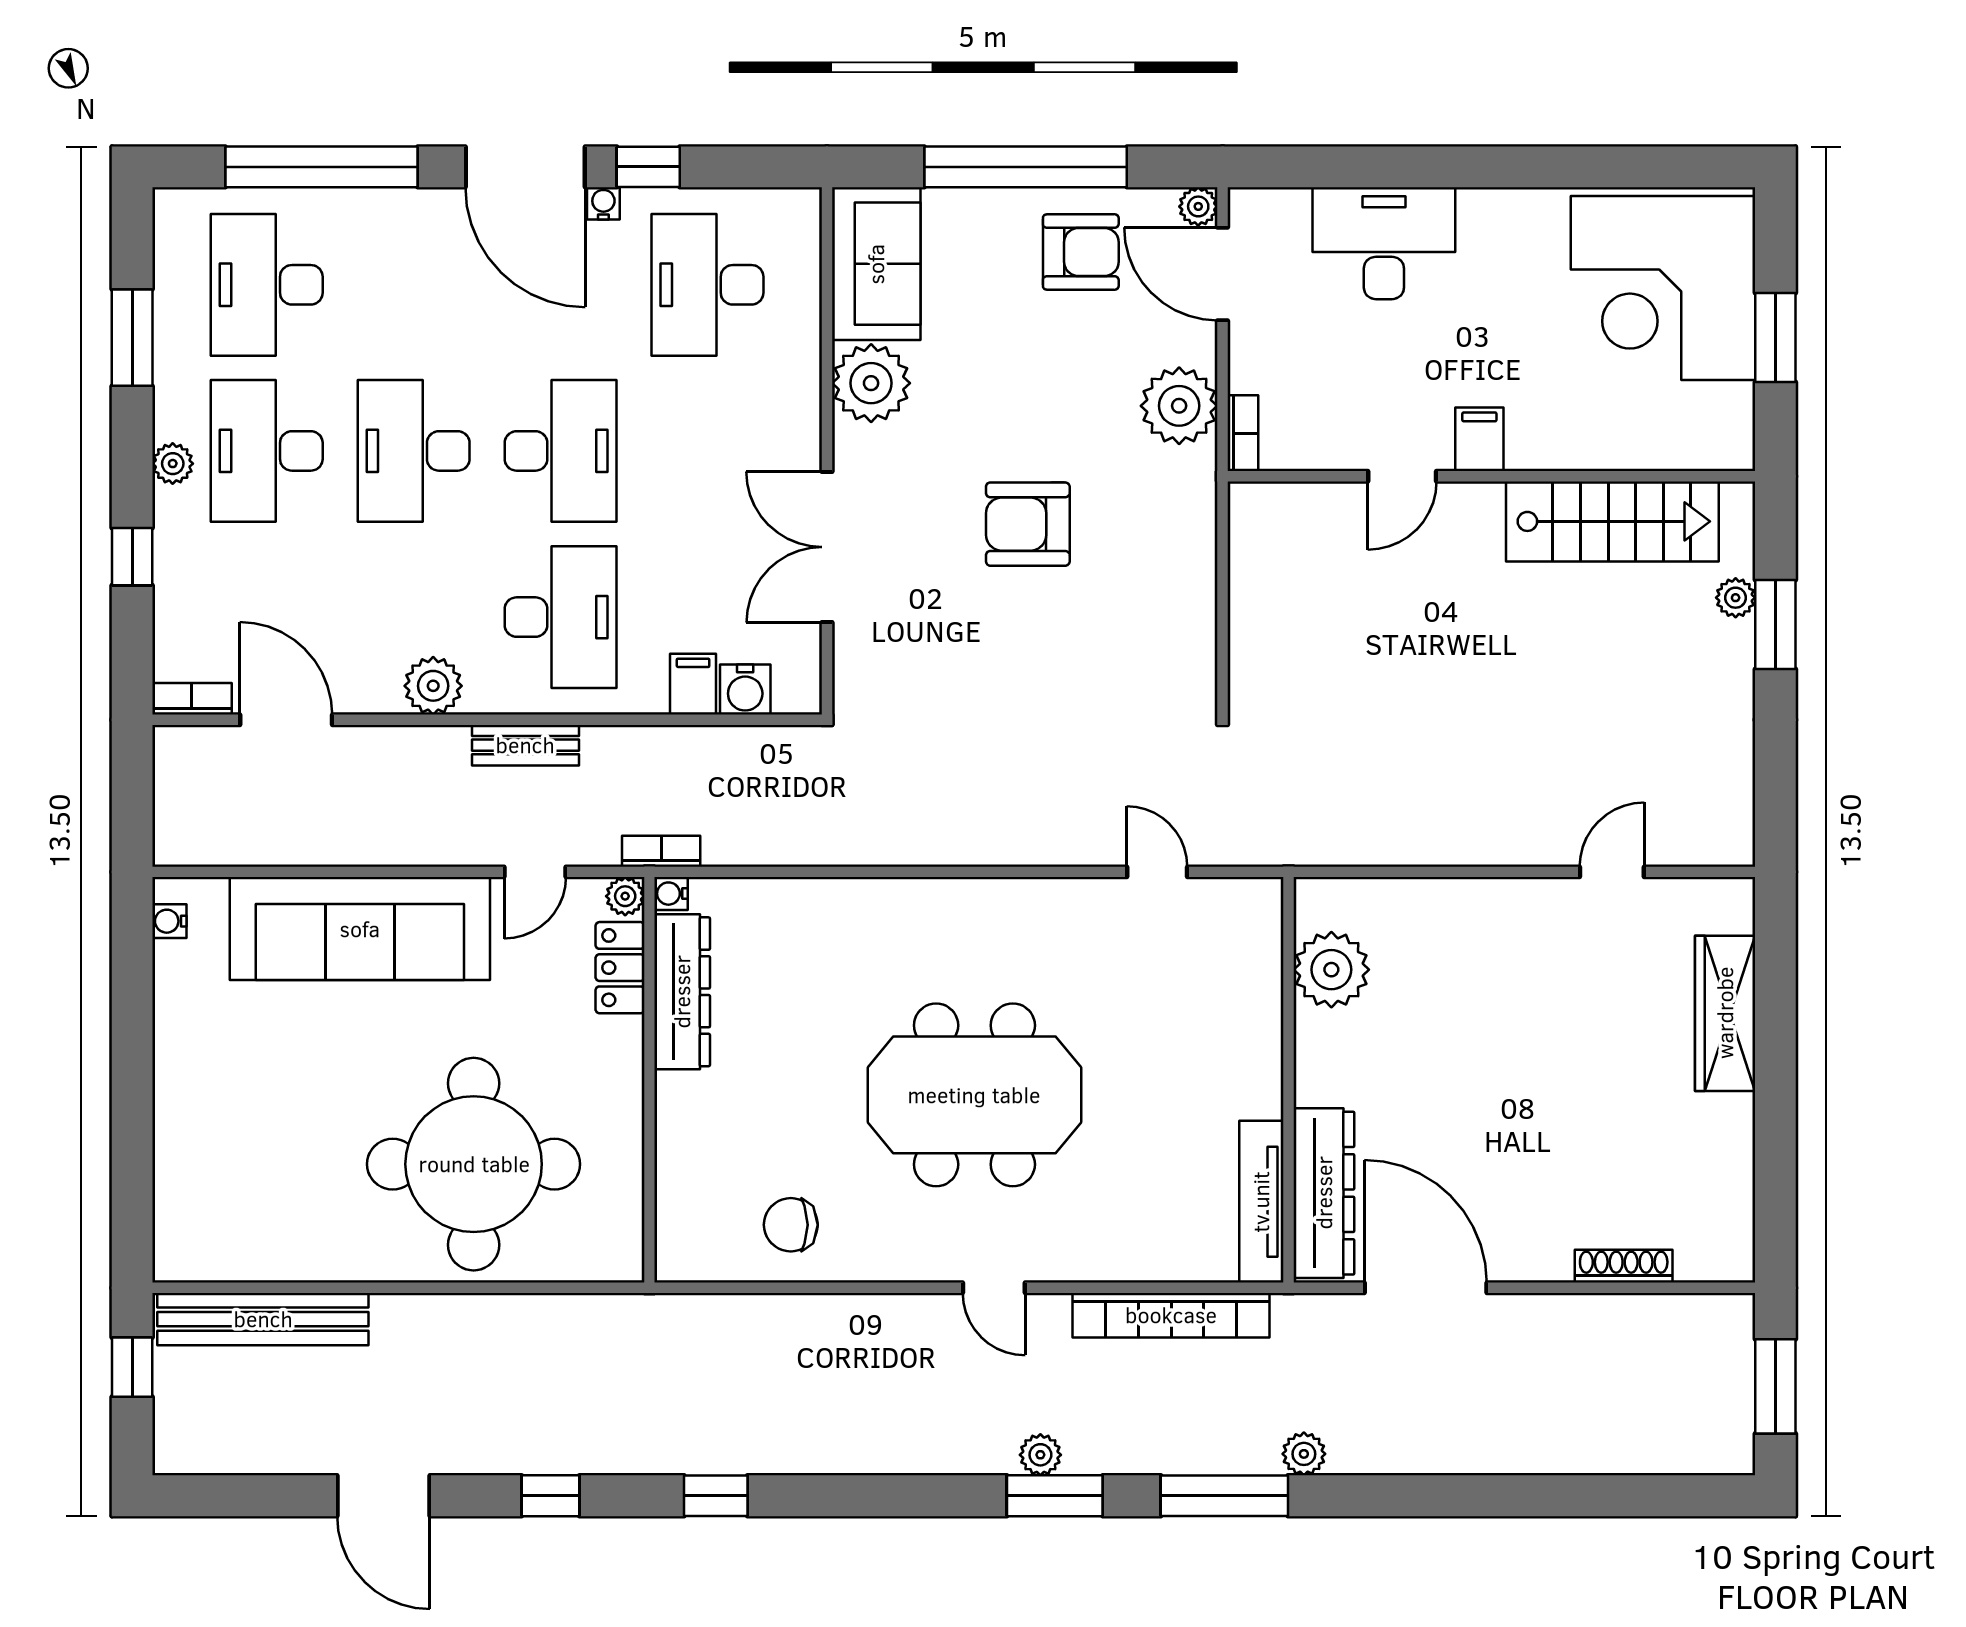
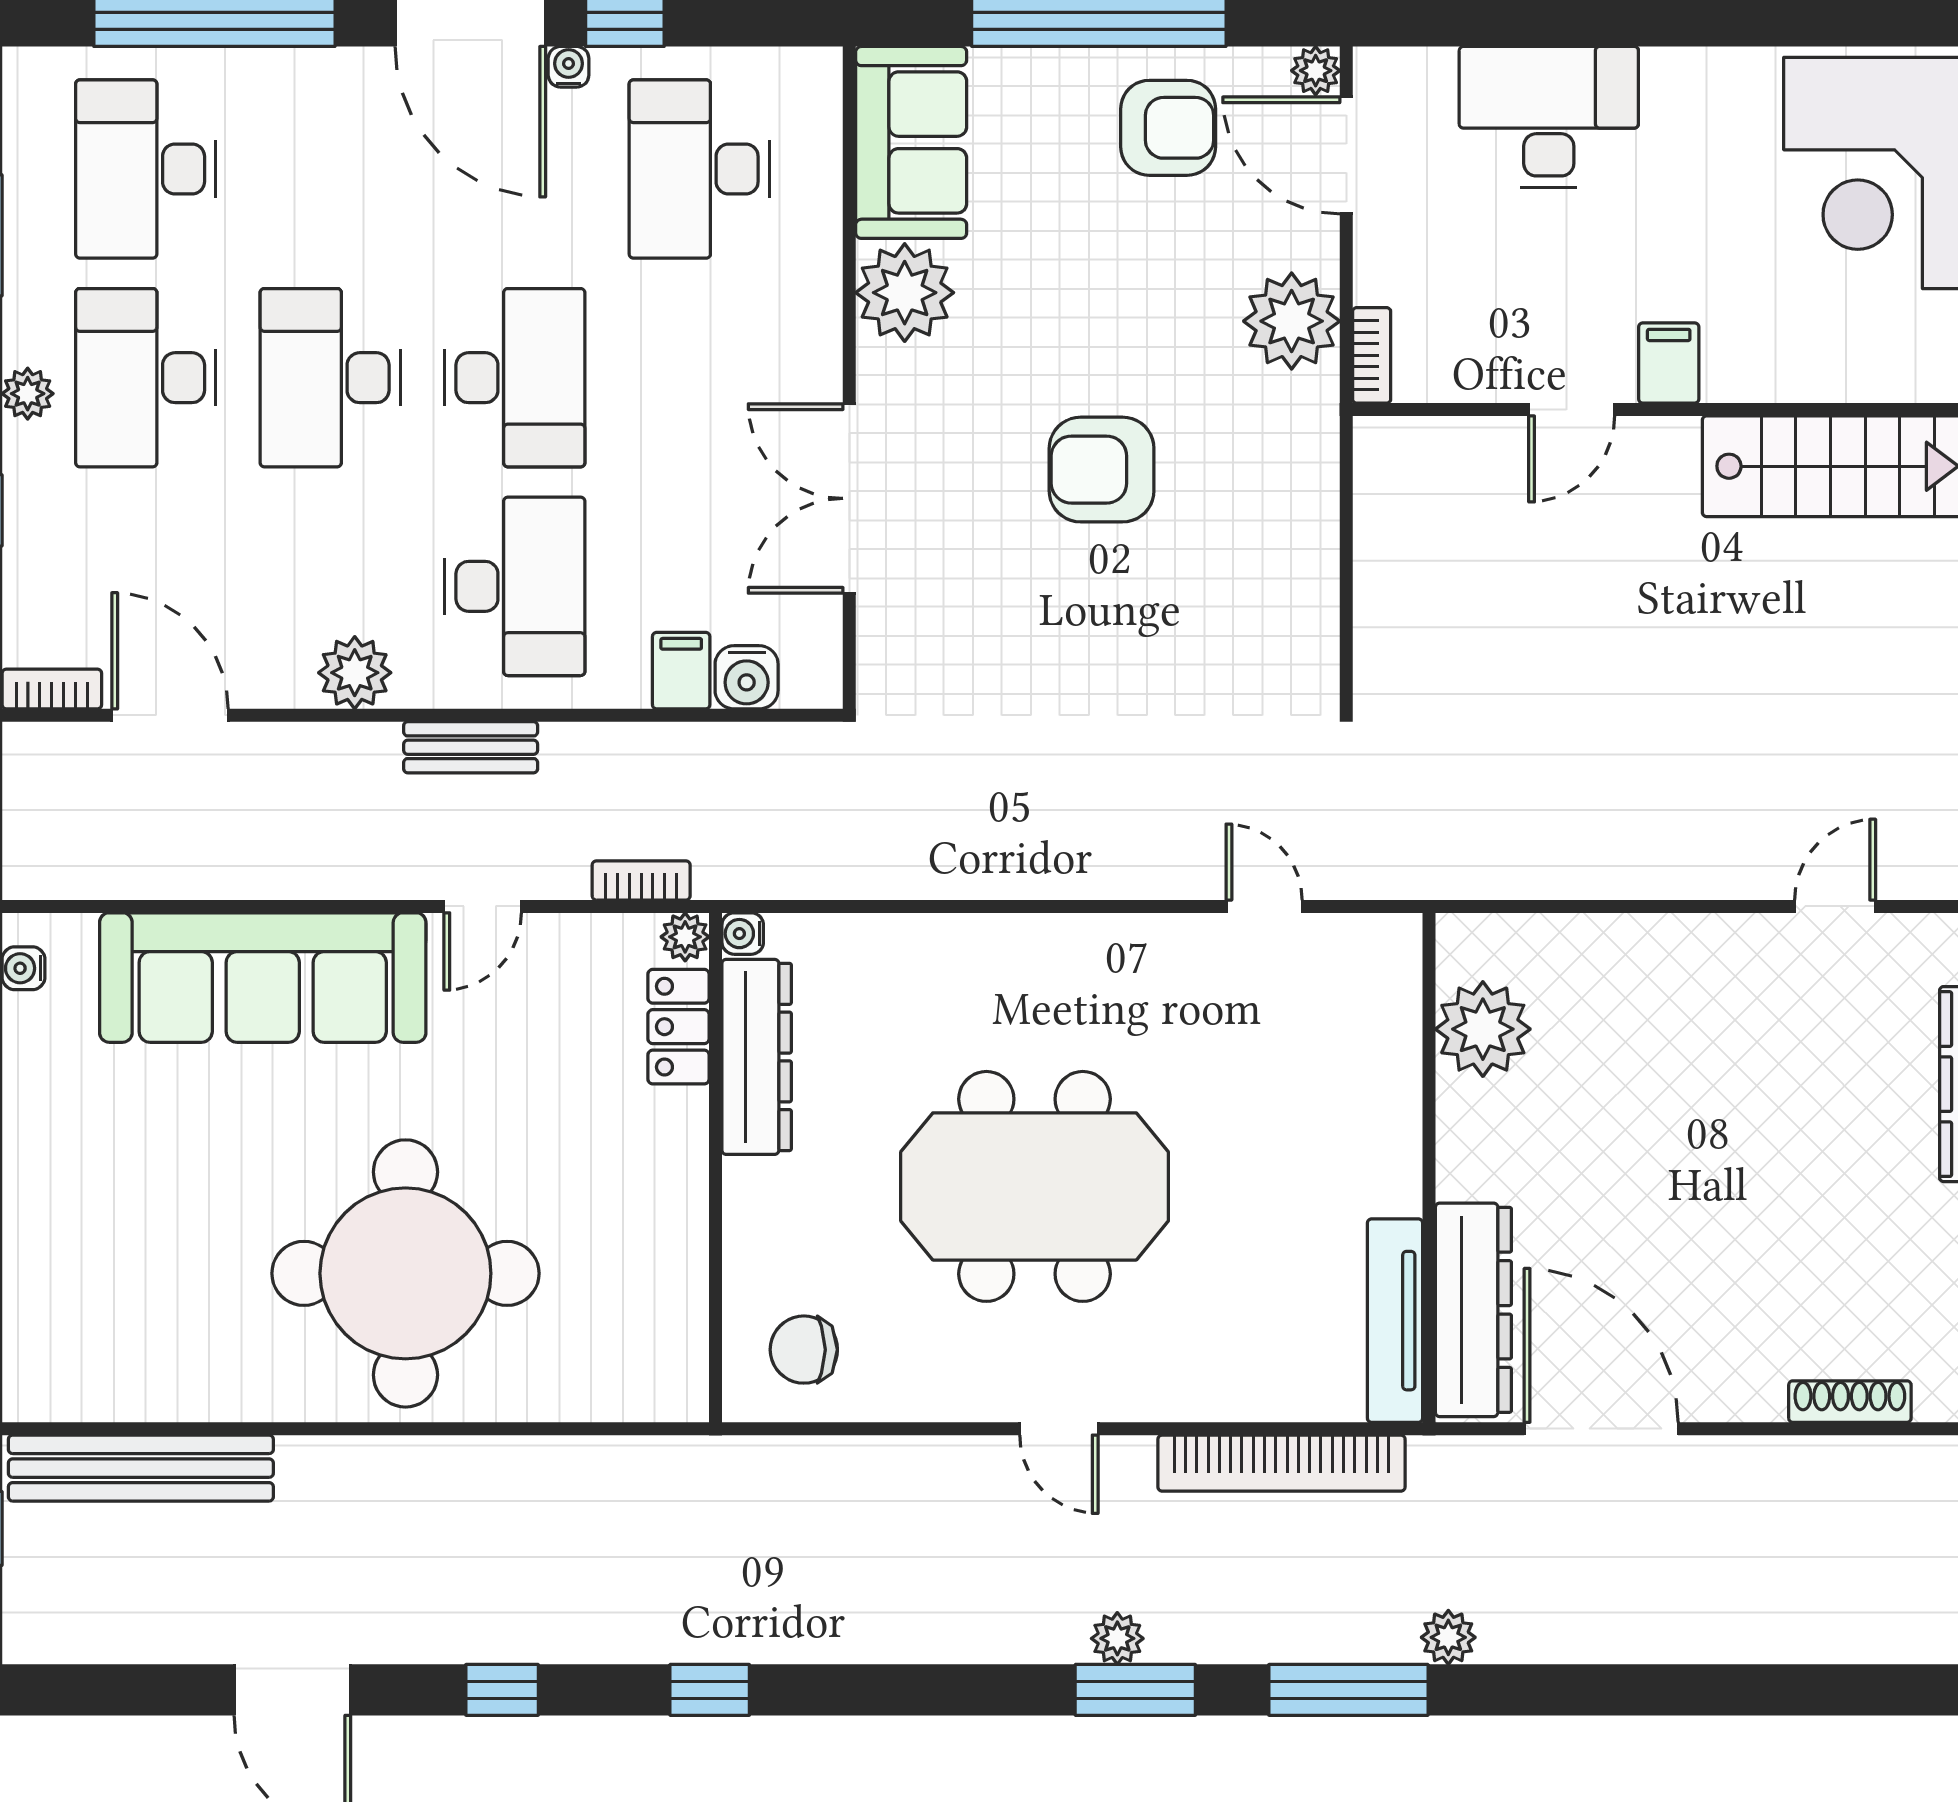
water cooler: (671, 894) -> (743, 934), moved
plant: (625, 896) -> (685, 937), moved
locker: (620, 968) -> (679, 1027), moved
dresser: (682, 992) -> (757, 1057), moved
wall: (649, 1080) -> (716, 1168), moved

